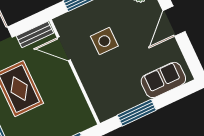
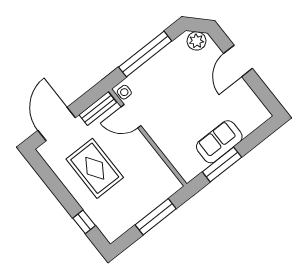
side table: (104, 41) -> (124, 92), moved, width x0.54, depth x0.54
sofa: (163, 80) -> (219, 142), moved

